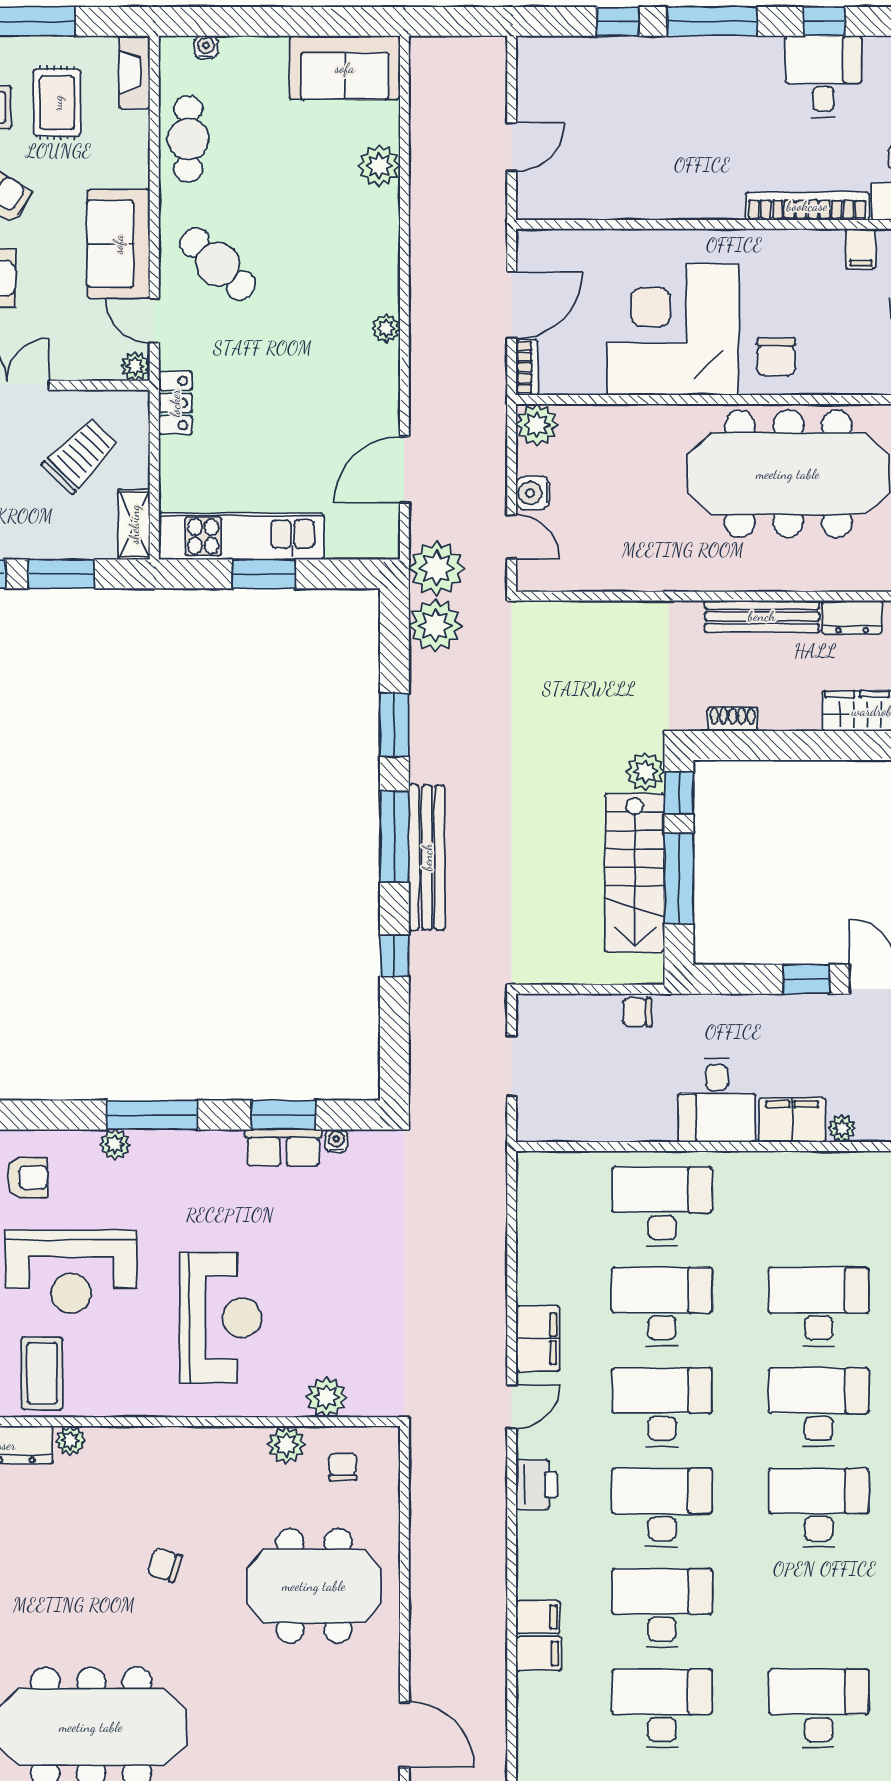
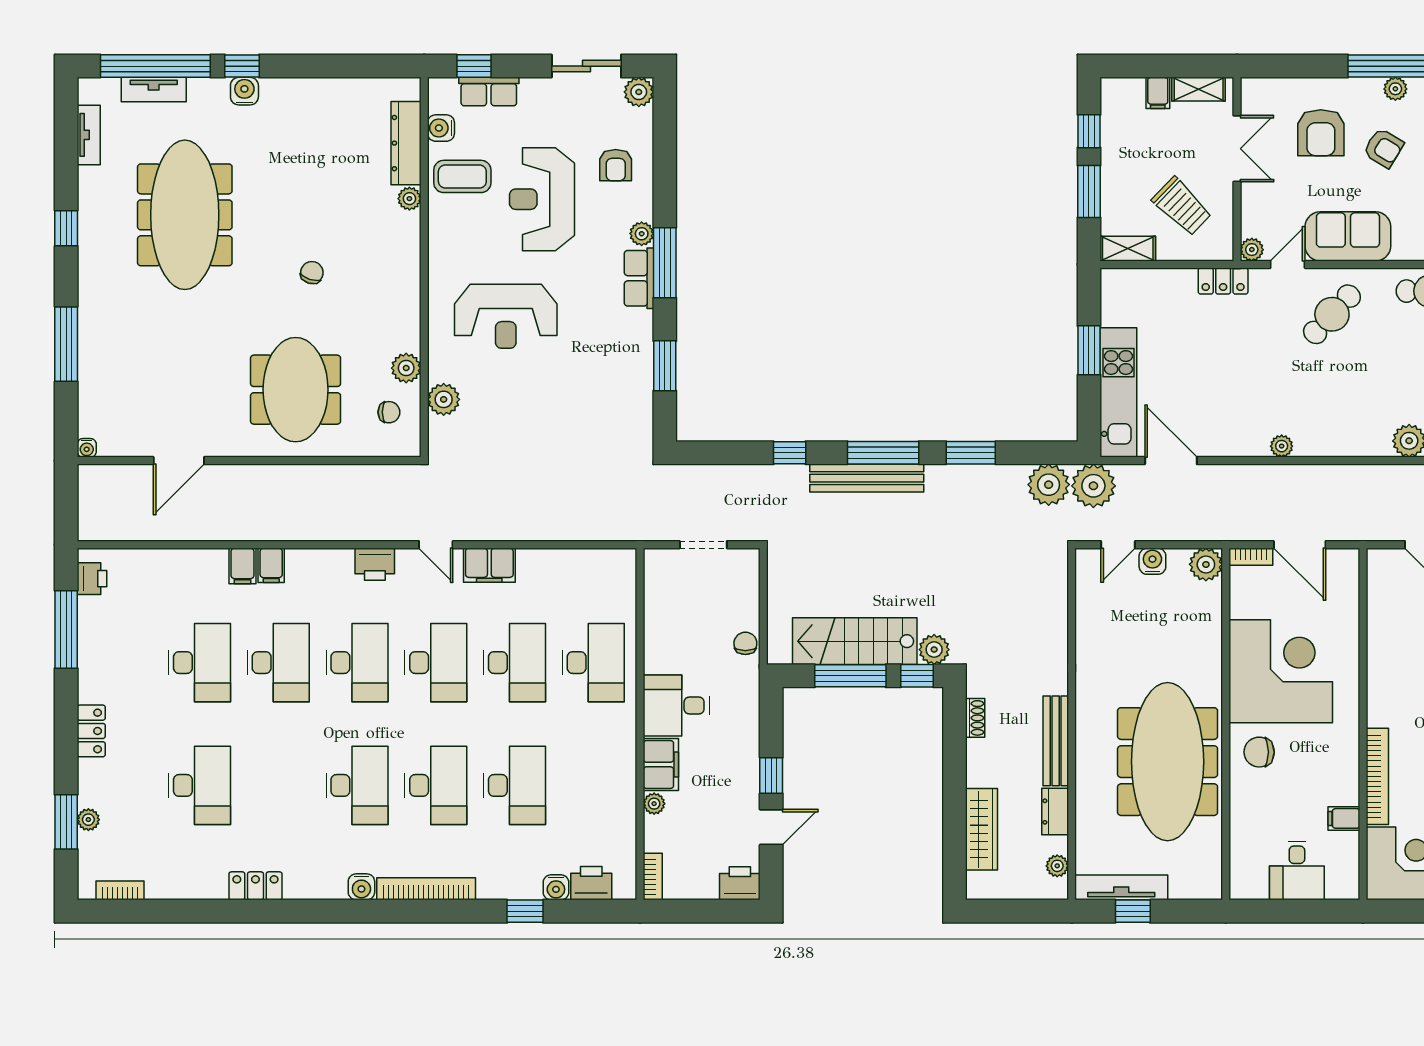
kitchen unit: (241, 536) -> (1118, 392), moved
water cooler: (336, 1141) -> (645, 407), removed
row of seats: (283, 1148) -> (639, 278), moved

